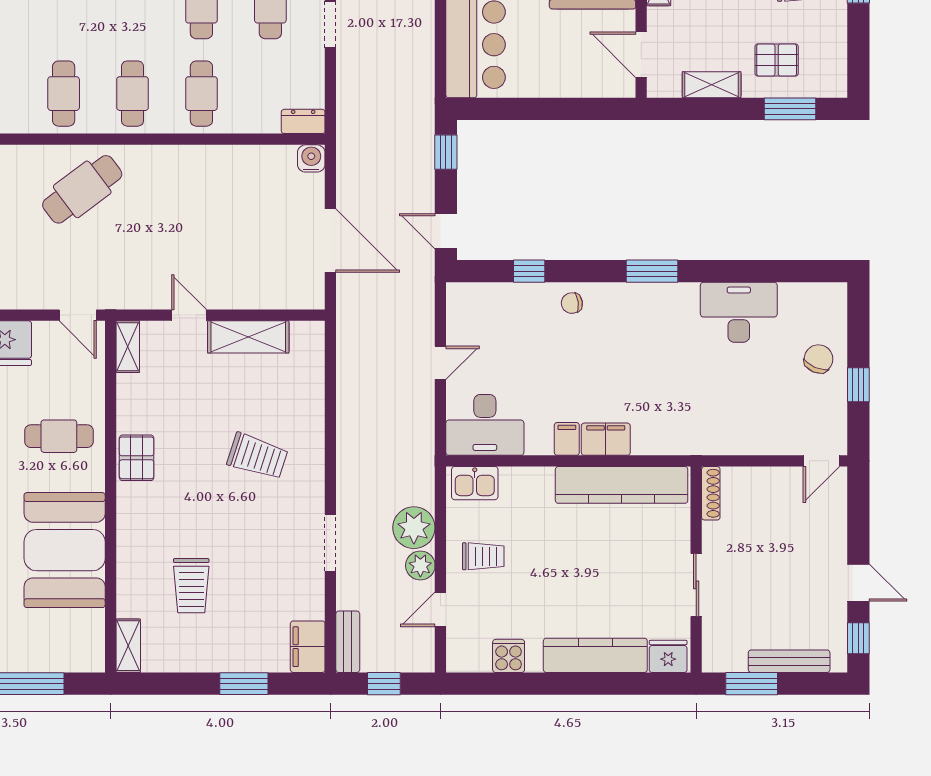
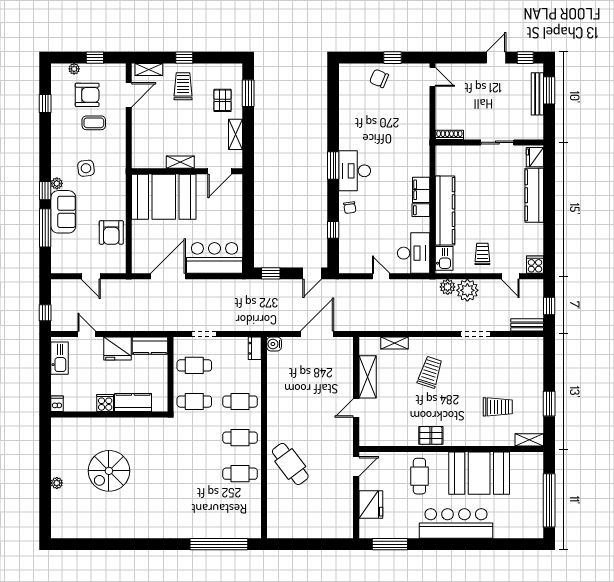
desk: (739, 312) -> (355, 171), moved
shelving: (128, 347) -> (395, 343), moved
kitchen counter: (622, 485) -> (445, 211), moved
plant: (420, 566) -> (448, 287), moved
filing cabinet: (308, 647) -> (530, 346), removed
cooker: (509, 656) -> (535, 265), moved, turned 90
window: (244, 684) -> (549, 404), moved
window: (752, 684) -> (549, 90), moved

